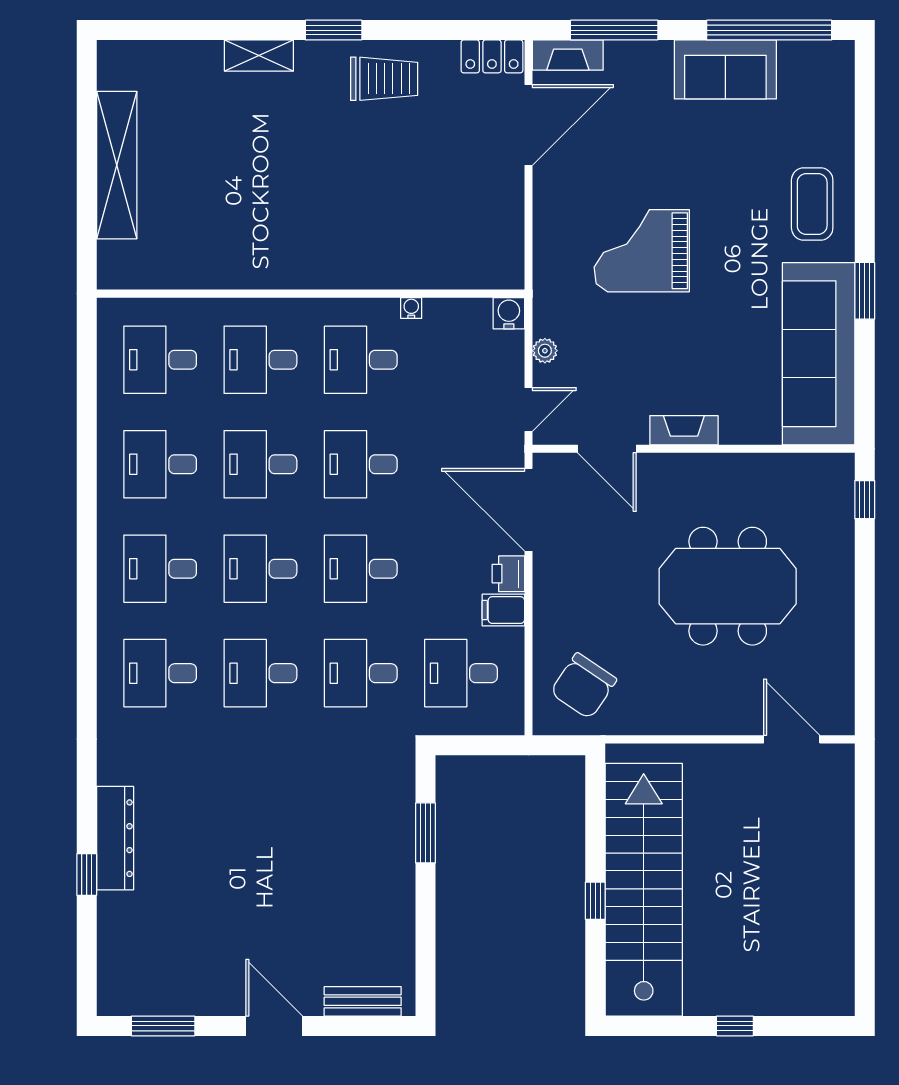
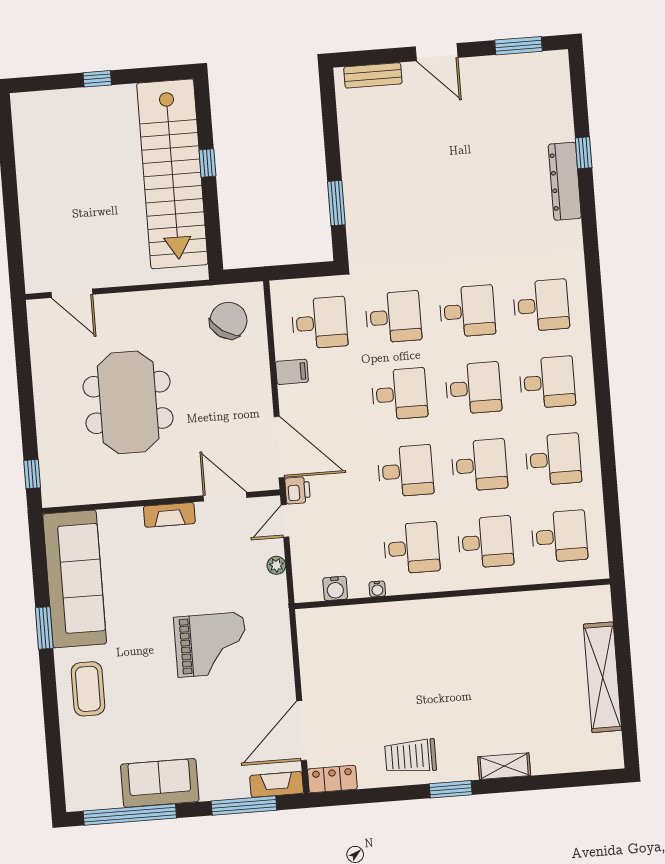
water cooler: (509, 313) -> (335, 588), moved
printer: (508, 574) -> (298, 490), moved
meeting table: (728, 586) -> (128, 402), turned 90

